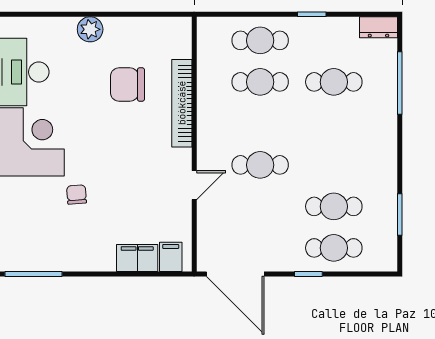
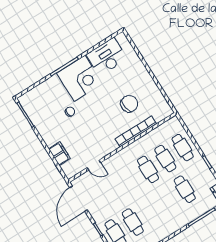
plant: (90, 29) -> (142, 74), removed
chair: (127, 84) -> (129, 104), turned 80
cafe table: (260, 165) -> (148, 169), moved
door: (194, 185) -> (94, 165), moved
filing cabinet: (171, 257) -> (69, 167), removed

